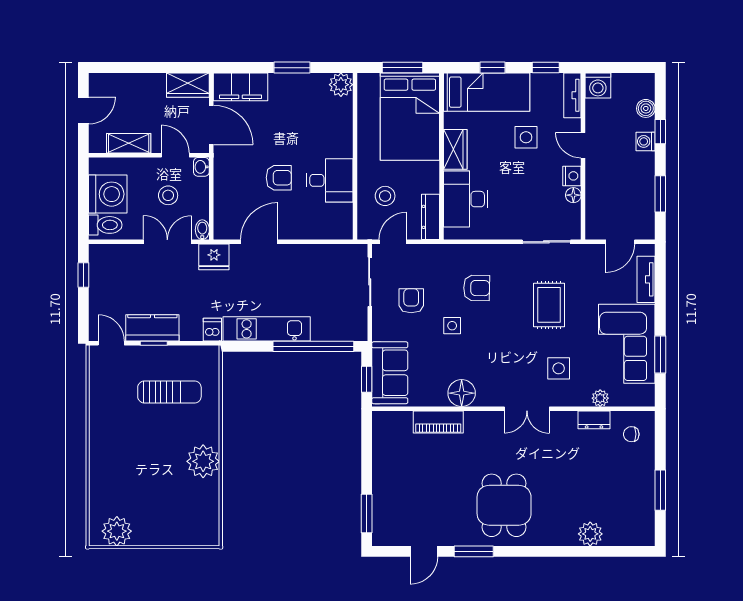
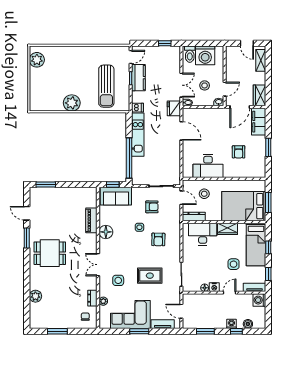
plant: (341, 85) -> (260, 172), removed
shelving: (129, 143) -> (261, 60), moved
armchair: (279, 178) -> (239, 152), moved
desk: (329, 180) -> (208, 166), width x1.37
window: (660, 354) -> (139, 331), moved
sun lounger: (169, 392) -> (106, 86), width x1.36, depth x1.34

